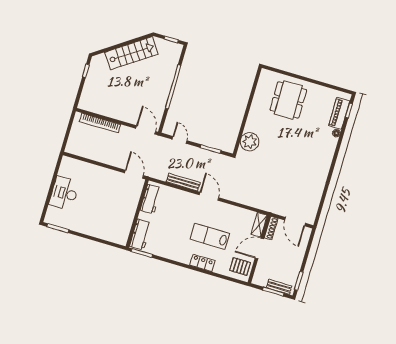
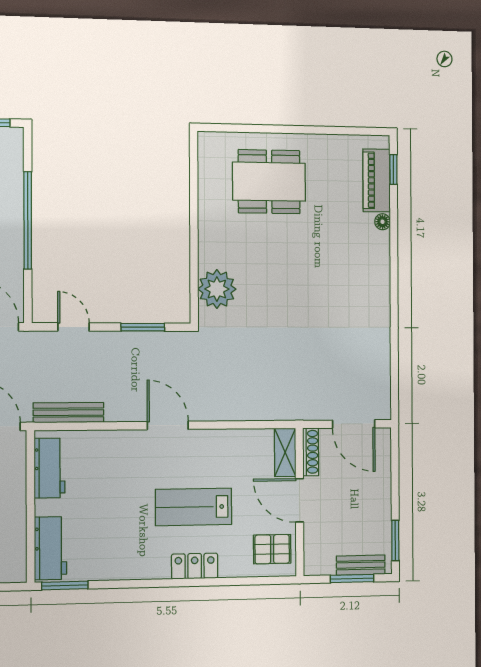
dining table: (288, 100) -> (269, 182), turned 90
bench: (183, 182) -> (68, 413), moved
door: (259, 248) -> (299, 500), hinge flipped

